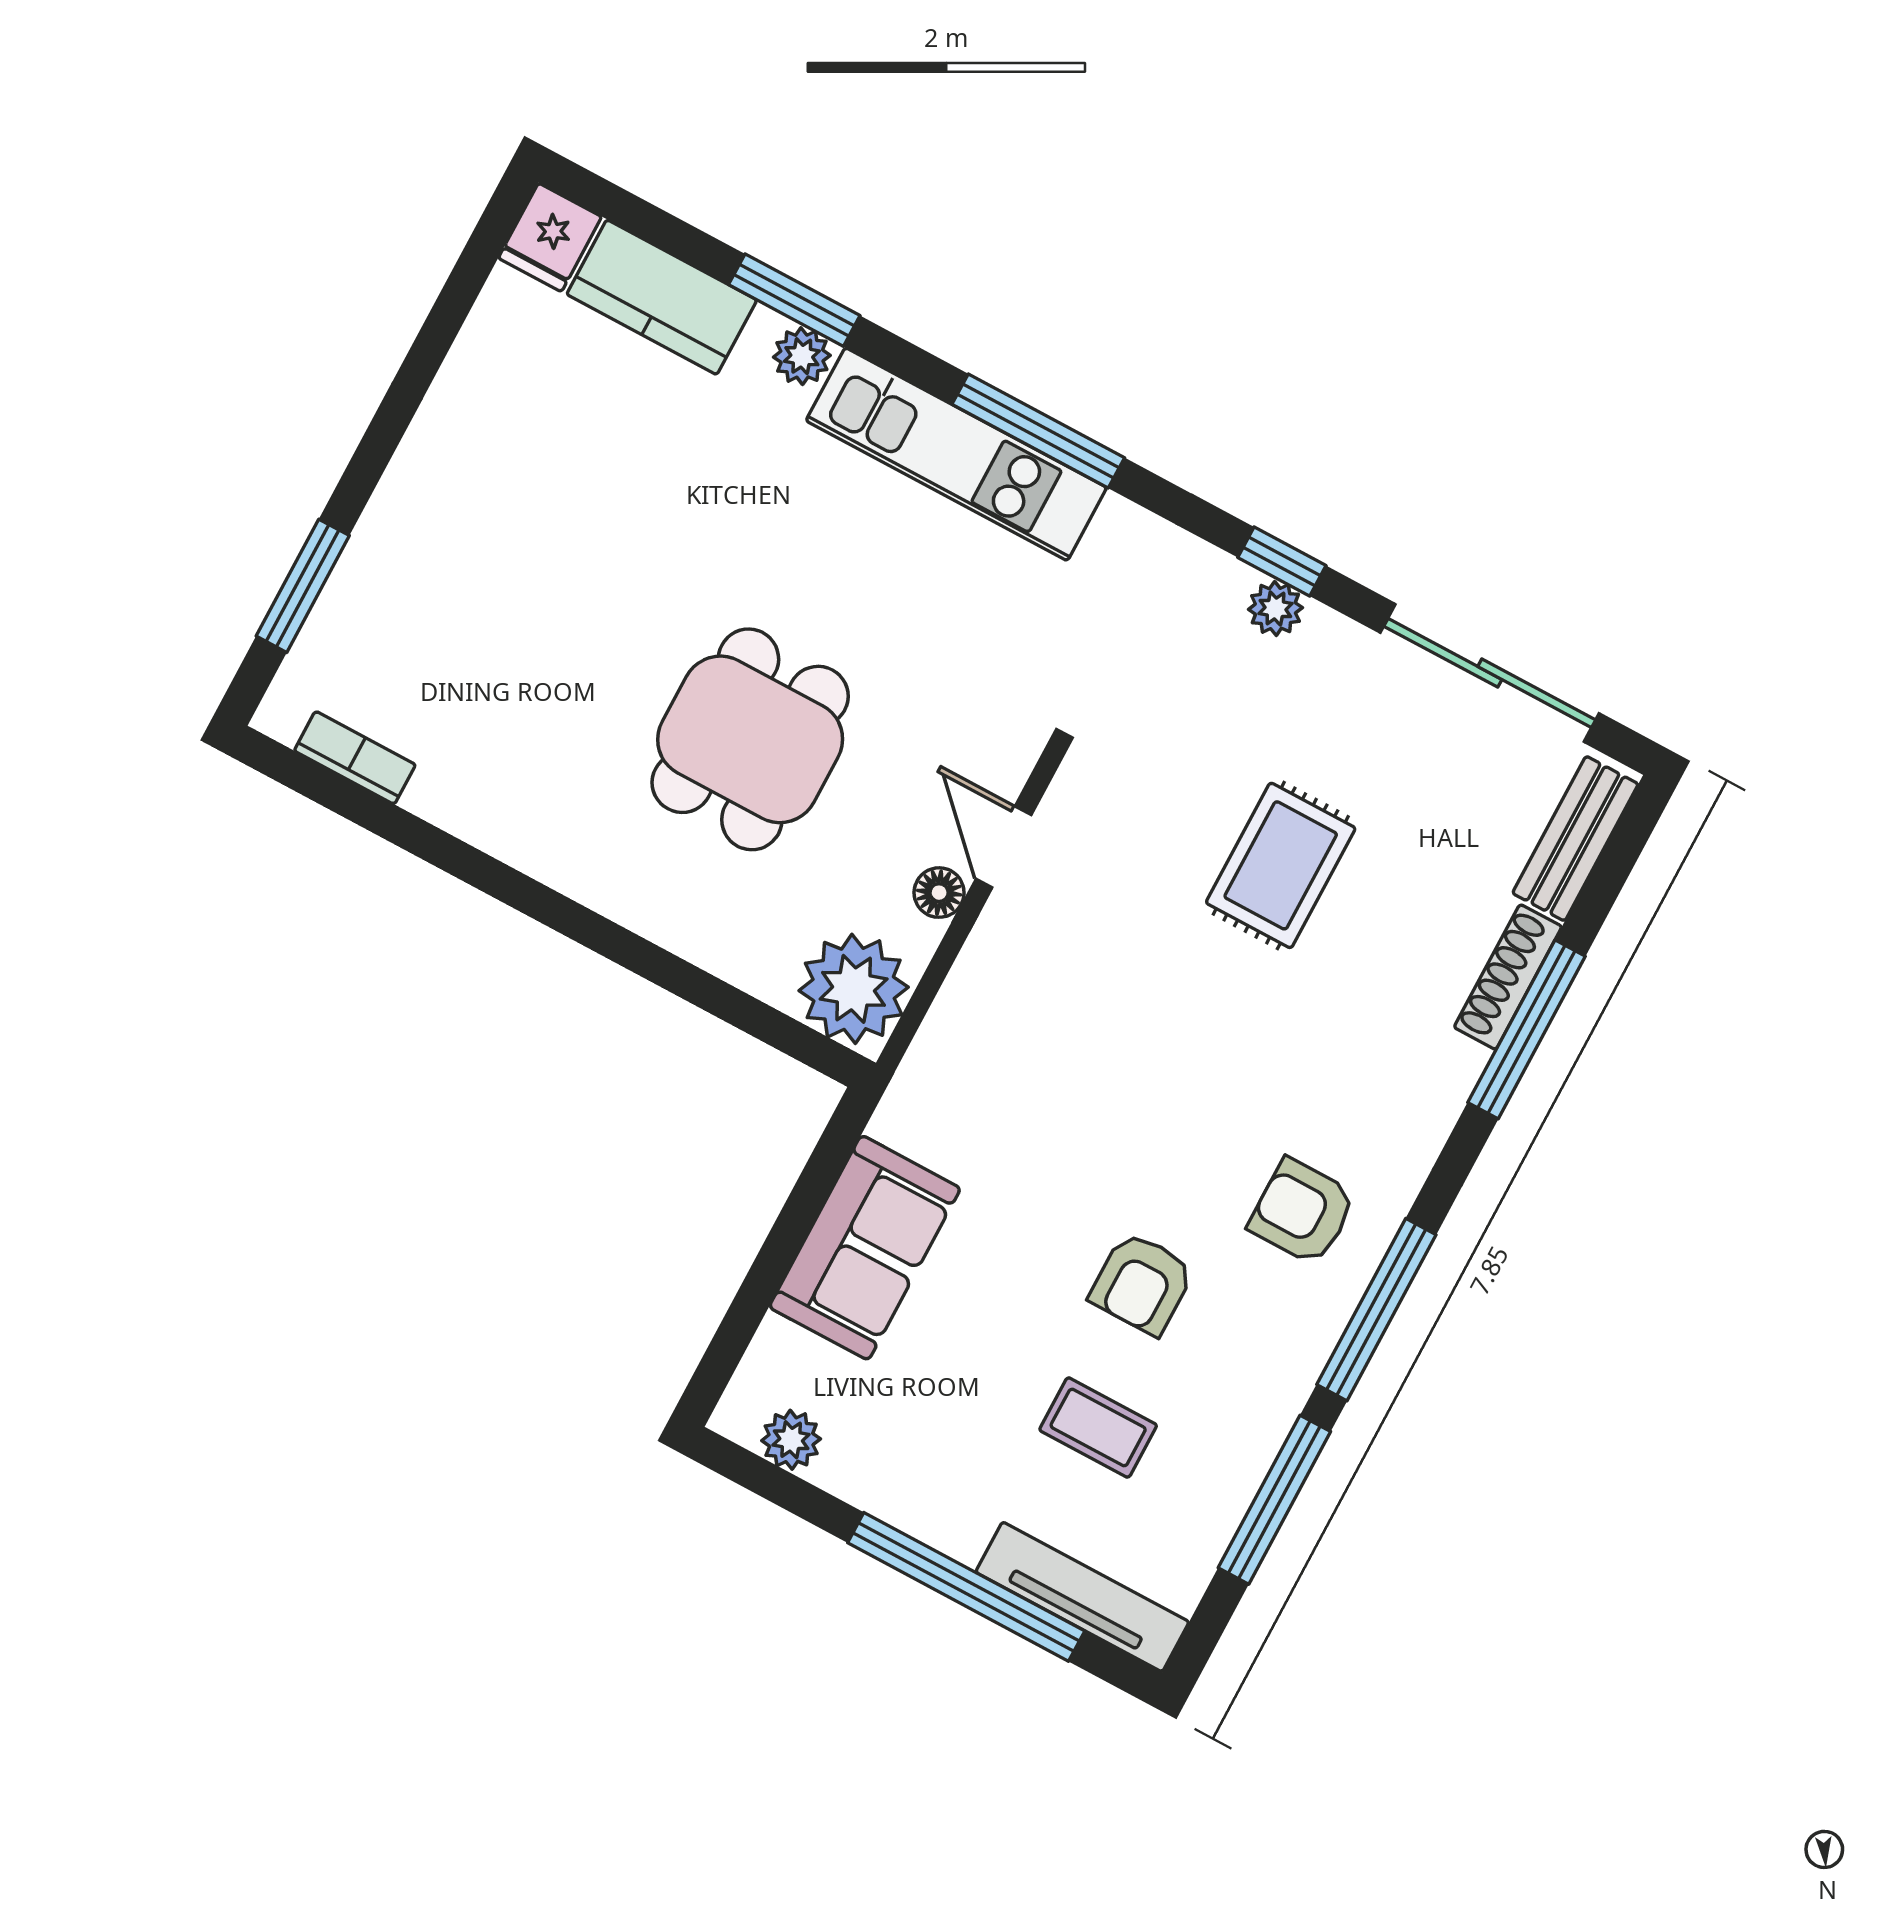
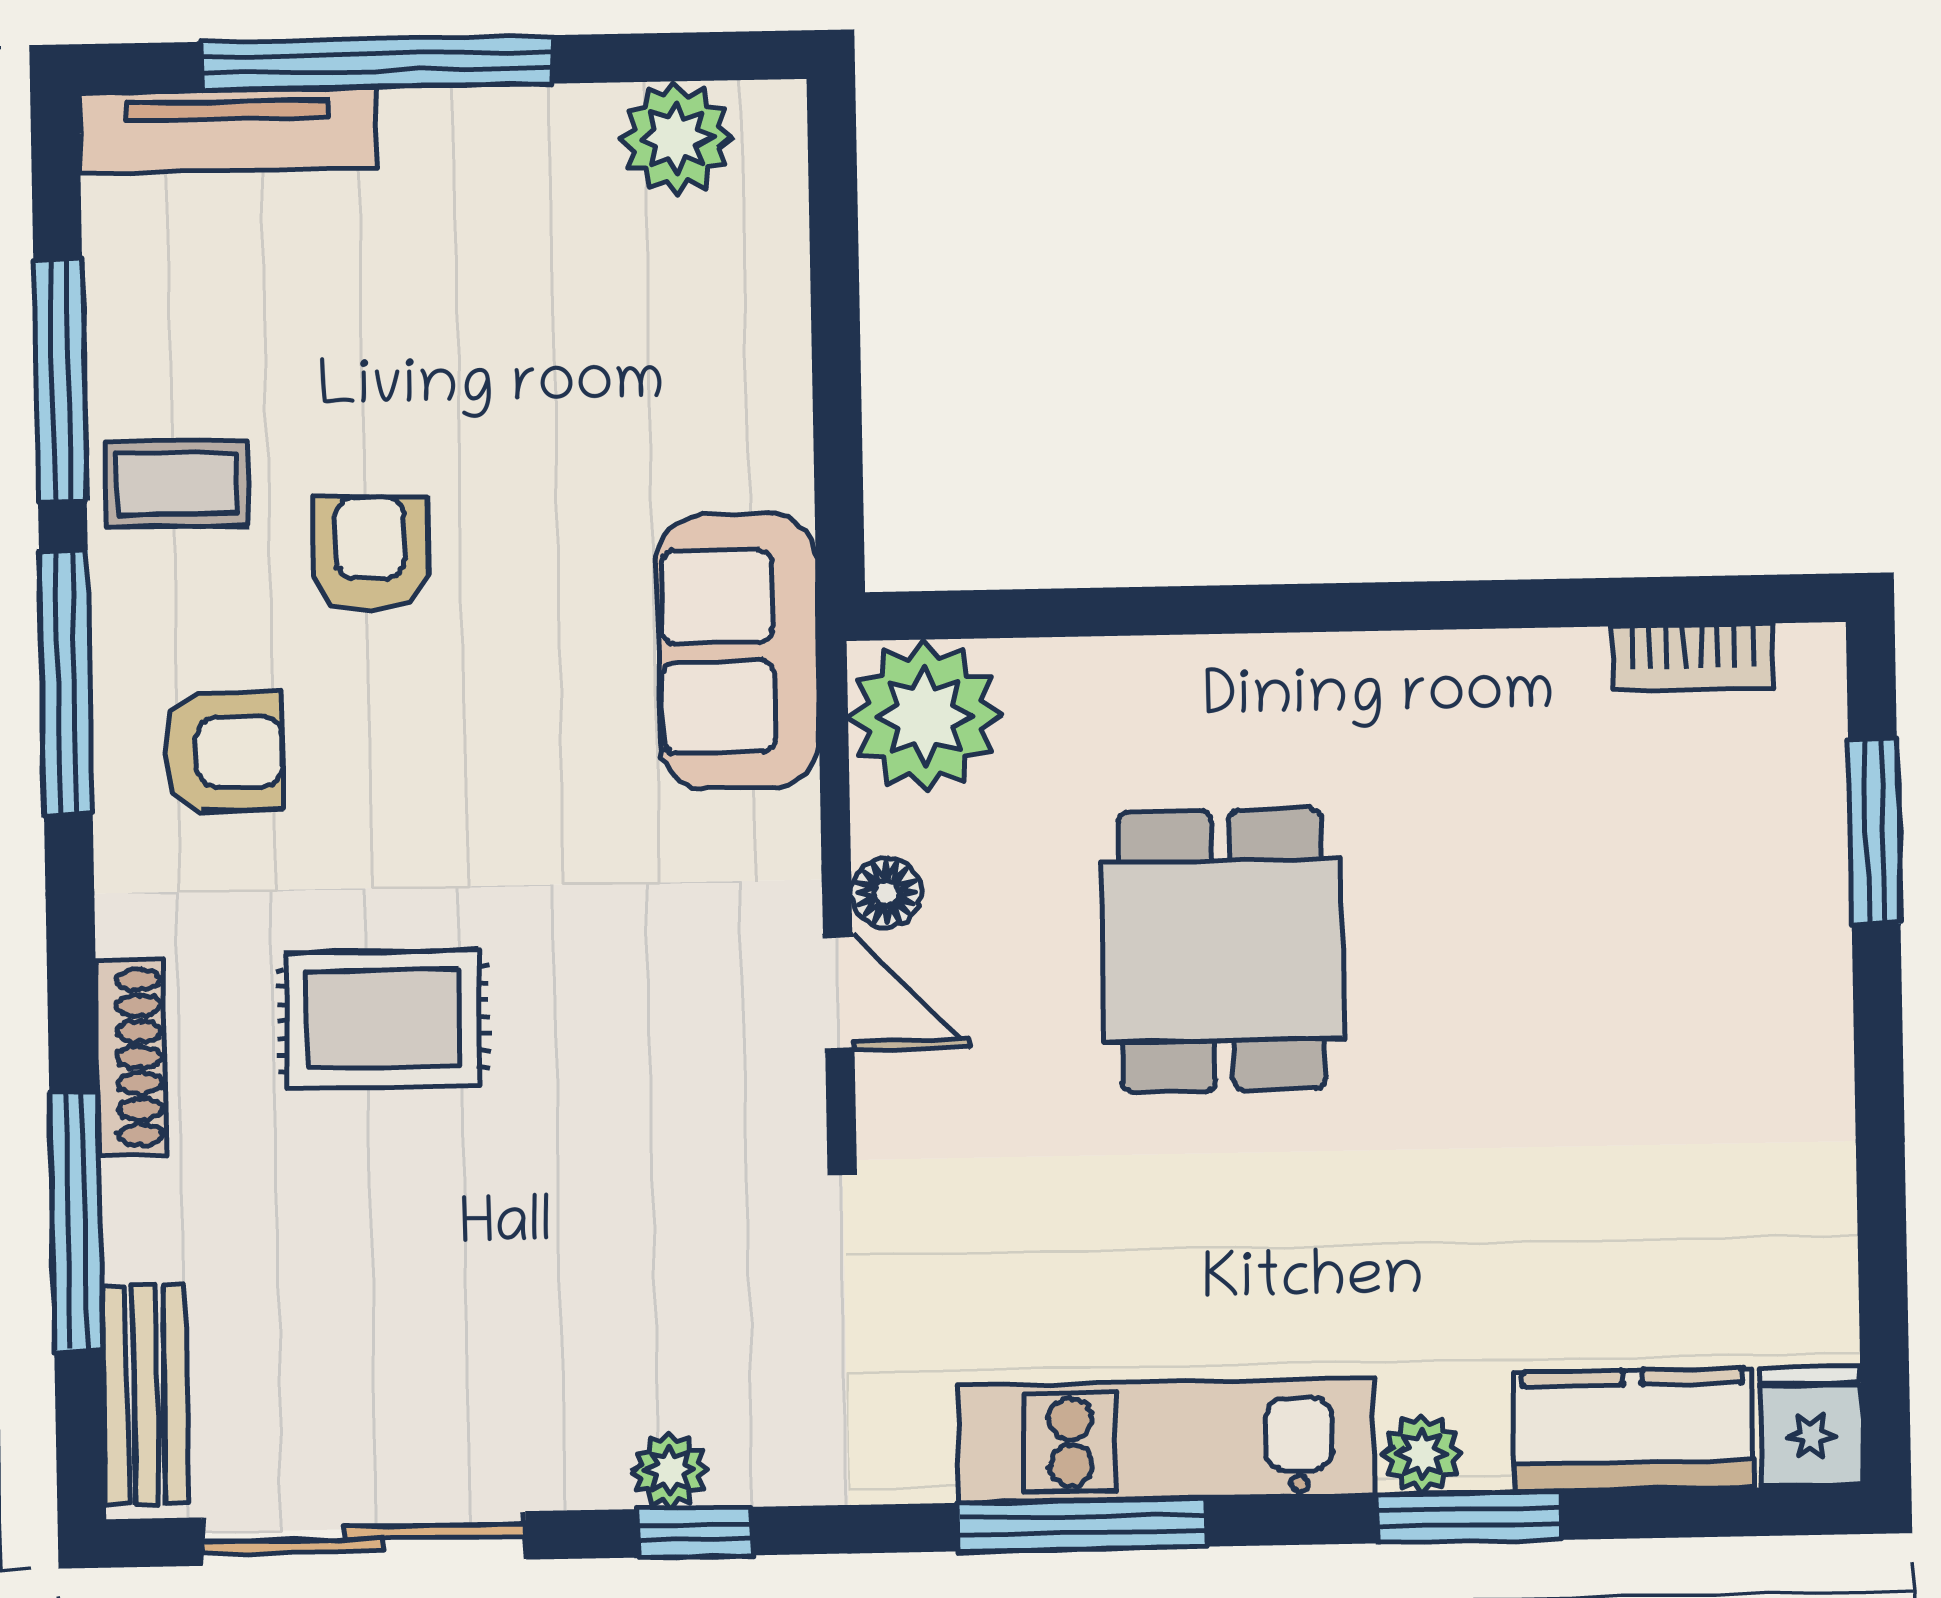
rug: (1281, 865) -> (383, 1019), moved, turned 90
shoe rack: (1508, 977) -> (131, 1058), moved
window: (1527, 1029) -> (76, 1222), moved
sofa: (865, 1248) -> (738, 651), moved
coffee table: (1098, 1427) -> (176, 484), moved
plant: (791, 1440) -> (677, 138), width x1.38, depth x1.38

